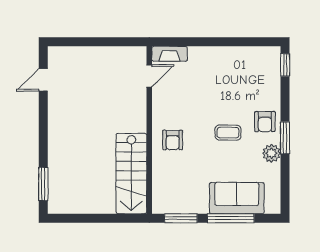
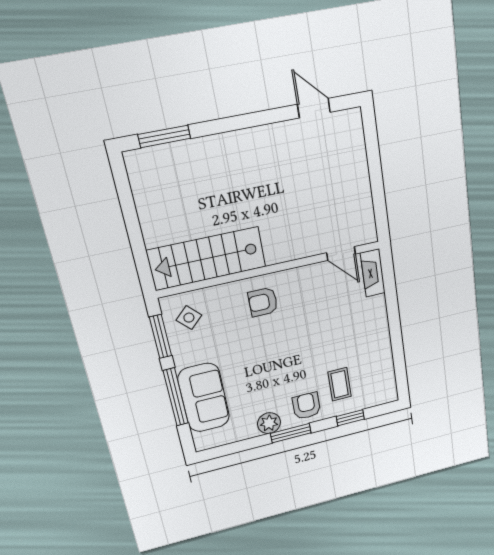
window: (285, 65) -> (350, 418), moved
armchair: (265, 122) -> (307, 406), turned 90
coffee table: (228, 133) -> (340, 384), moved
side table: (172, 195) -> (189, 318), added

